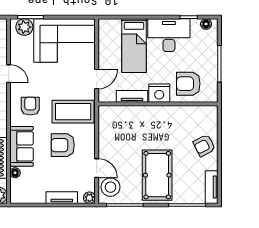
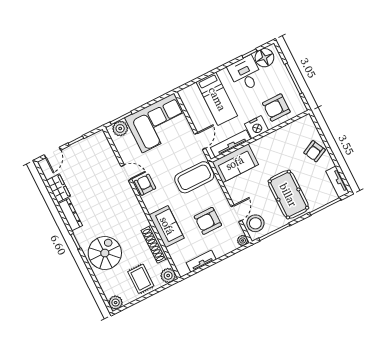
floor lamp: (206, 24) -> (264, 58), width x1.89, depth x1.89
desk: (169, 35) -> (245, 74), width x0.73
tv unit: (132, 96) -> (231, 143), width x1.41
armchair: (30, 106) -> (145, 185), moved
sofa: (120, 118) -> (235, 163), added
armchair: (63, 145) -> (208, 221), moved
door: (97, 168) -> (236, 213), hinge flipped
floor lamp: (15, 173) -> (172, 251), removed
tv unit: (62, 198) -> (201, 261), moved

